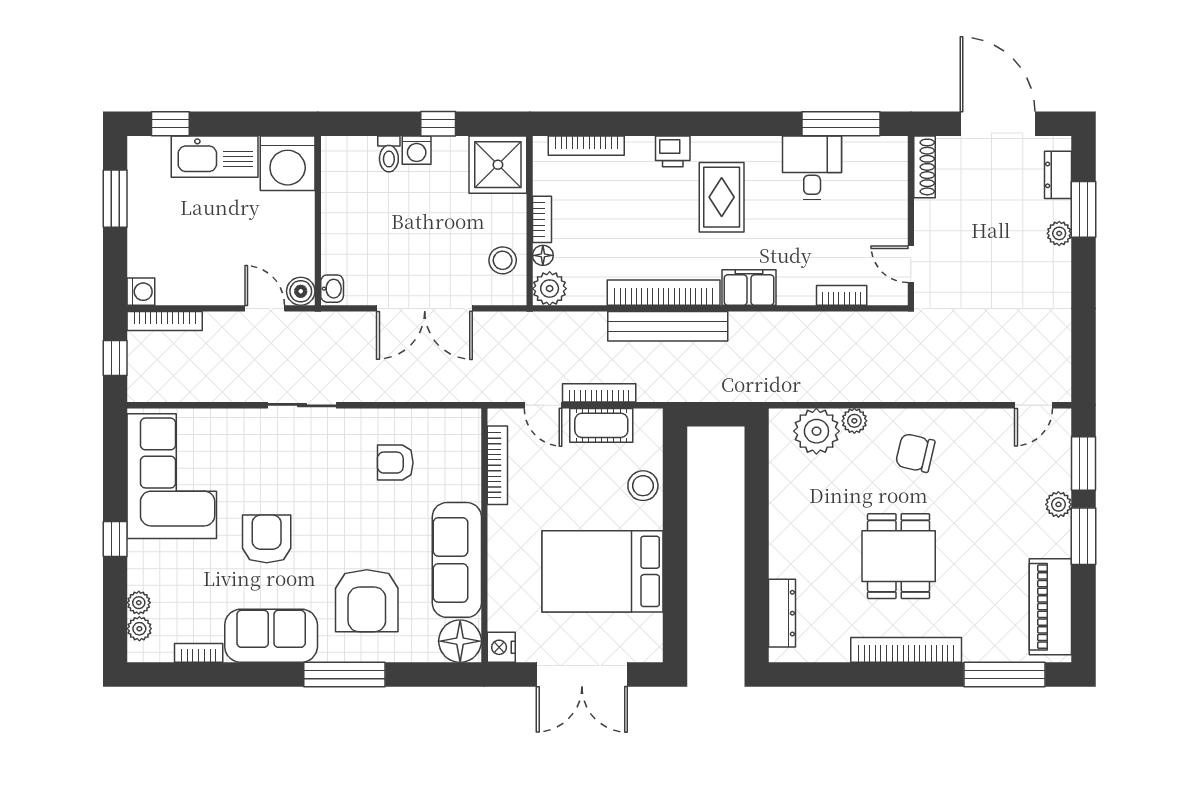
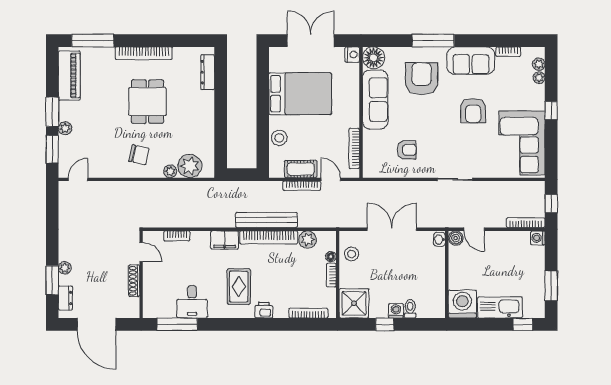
shoe rack: (925, 167) -> (134, 281), moved
plant: (550, 289) -> (308, 239), moved

